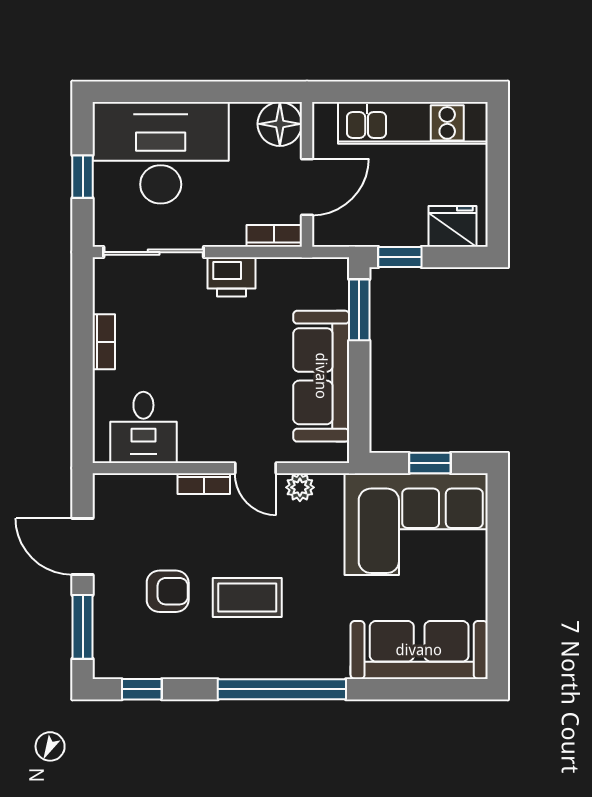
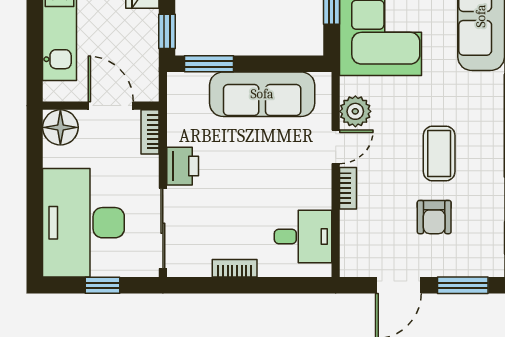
plant: (300, 487) -> (355, 111), width x1.38, depth x1.38
armchair: (168, 591) -> (434, 217), turned 180

